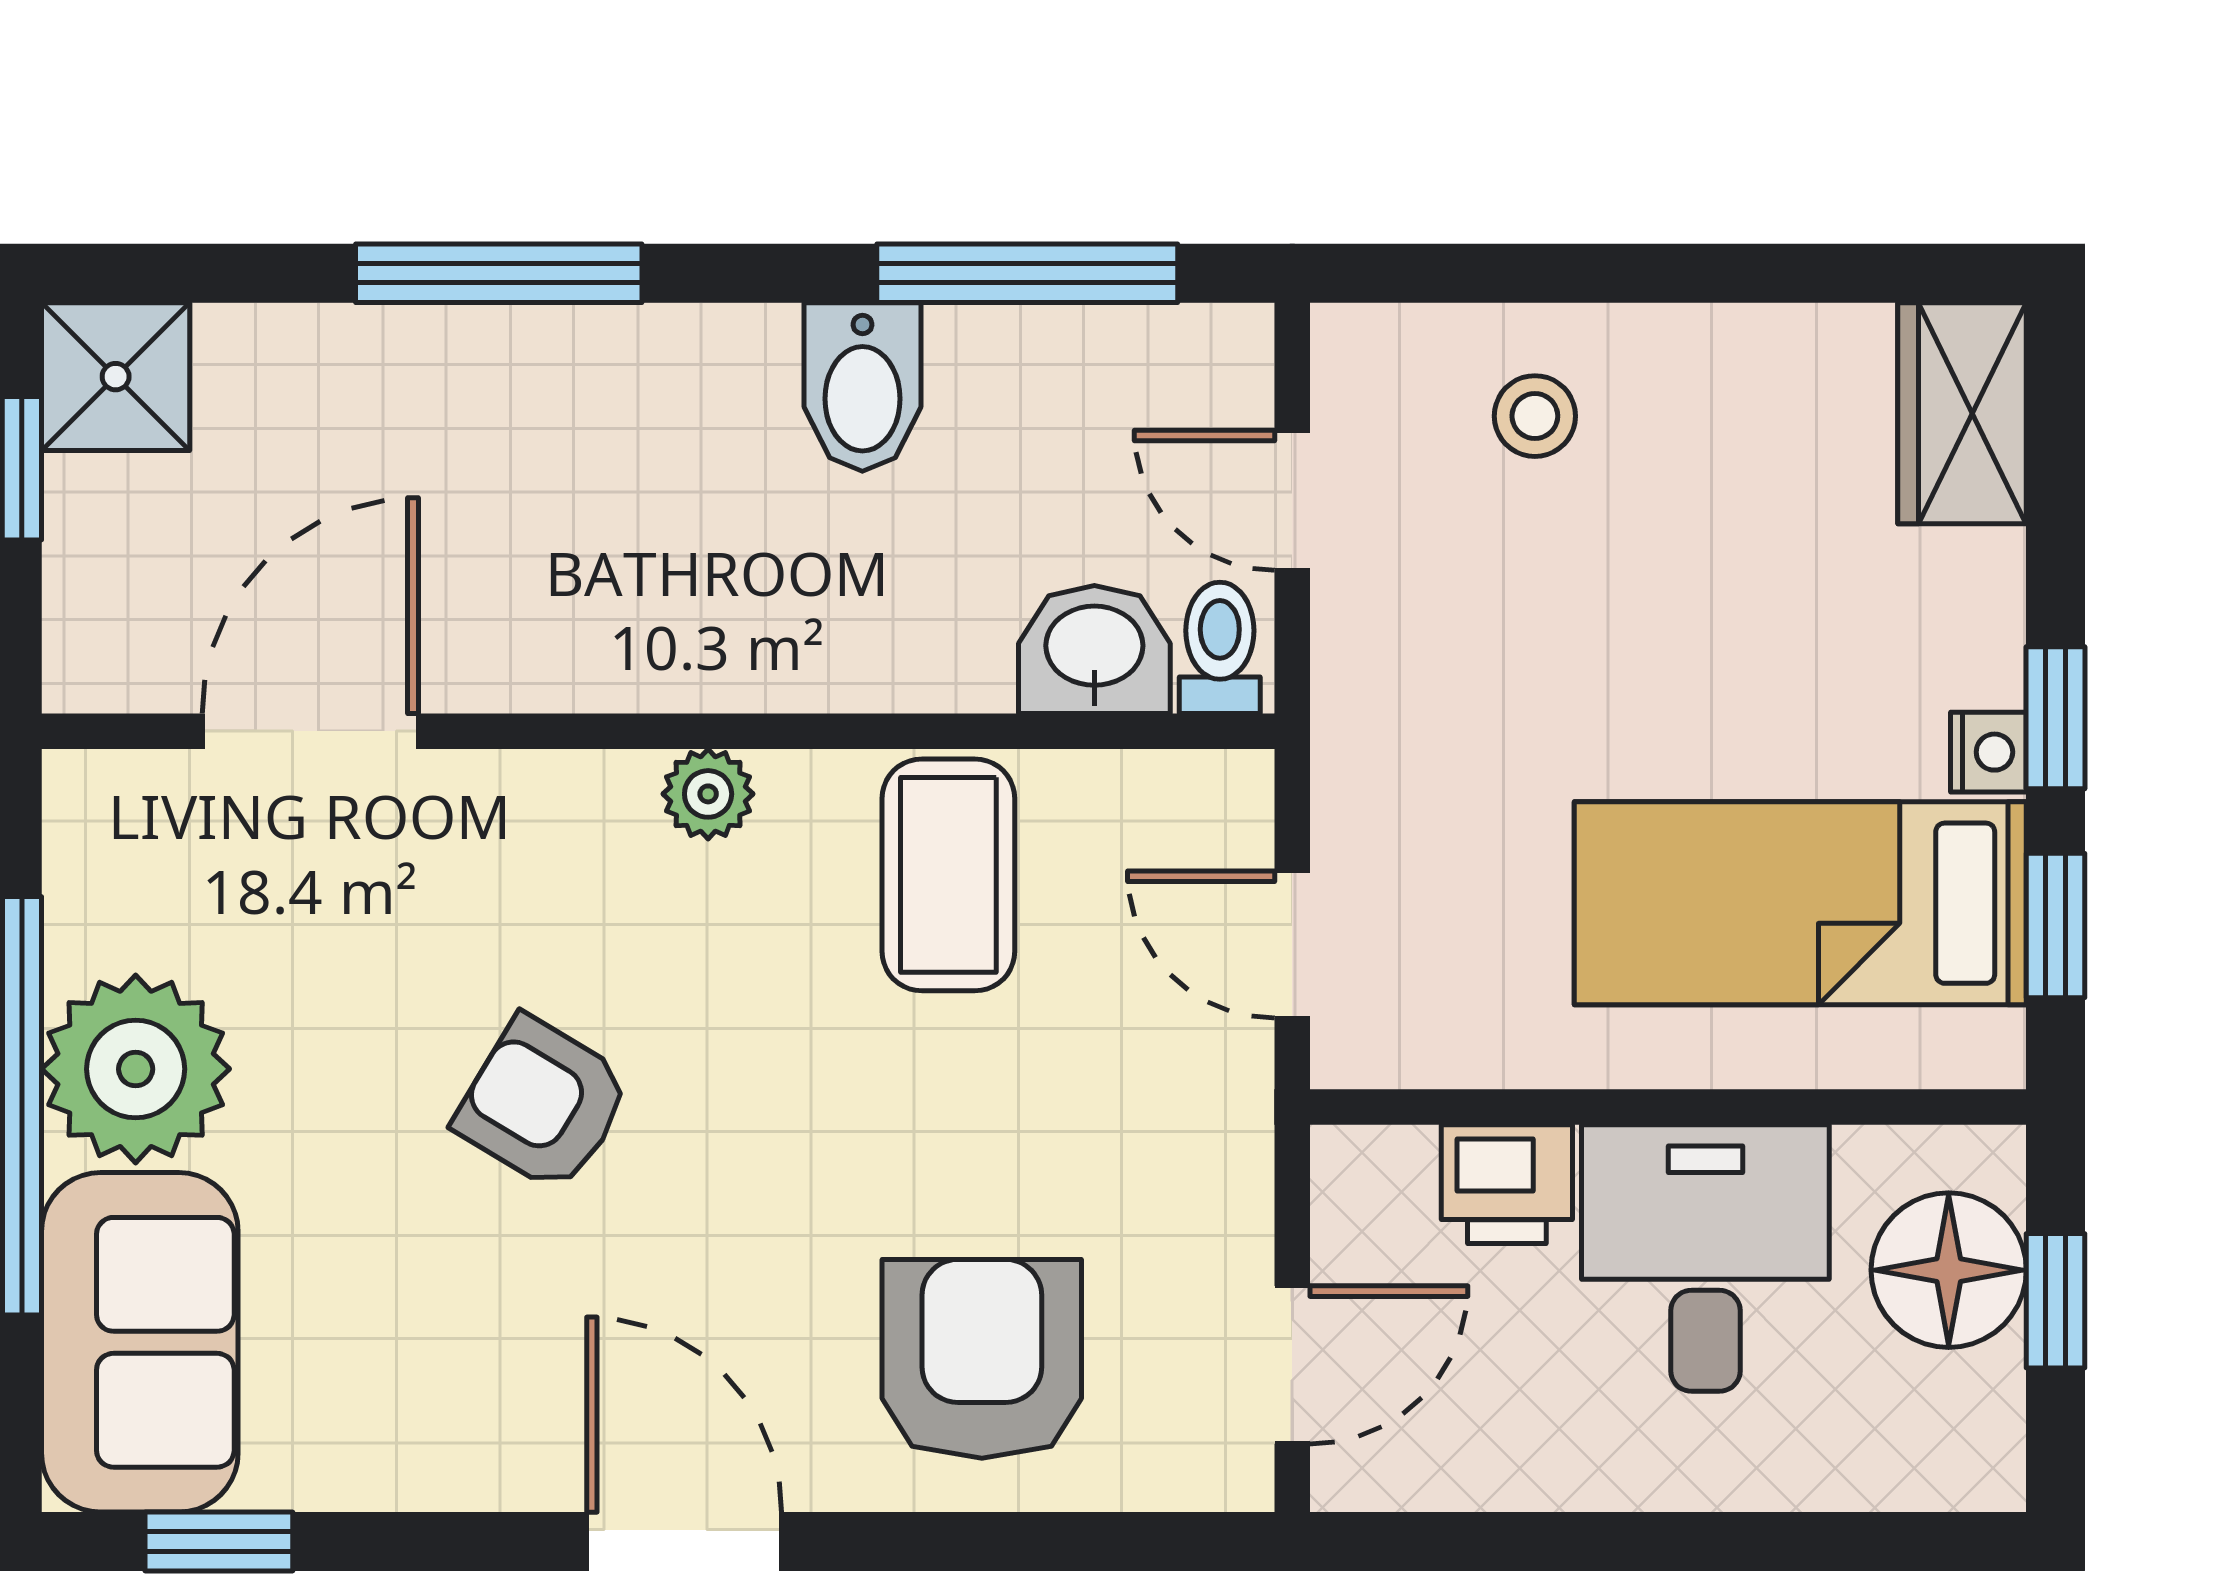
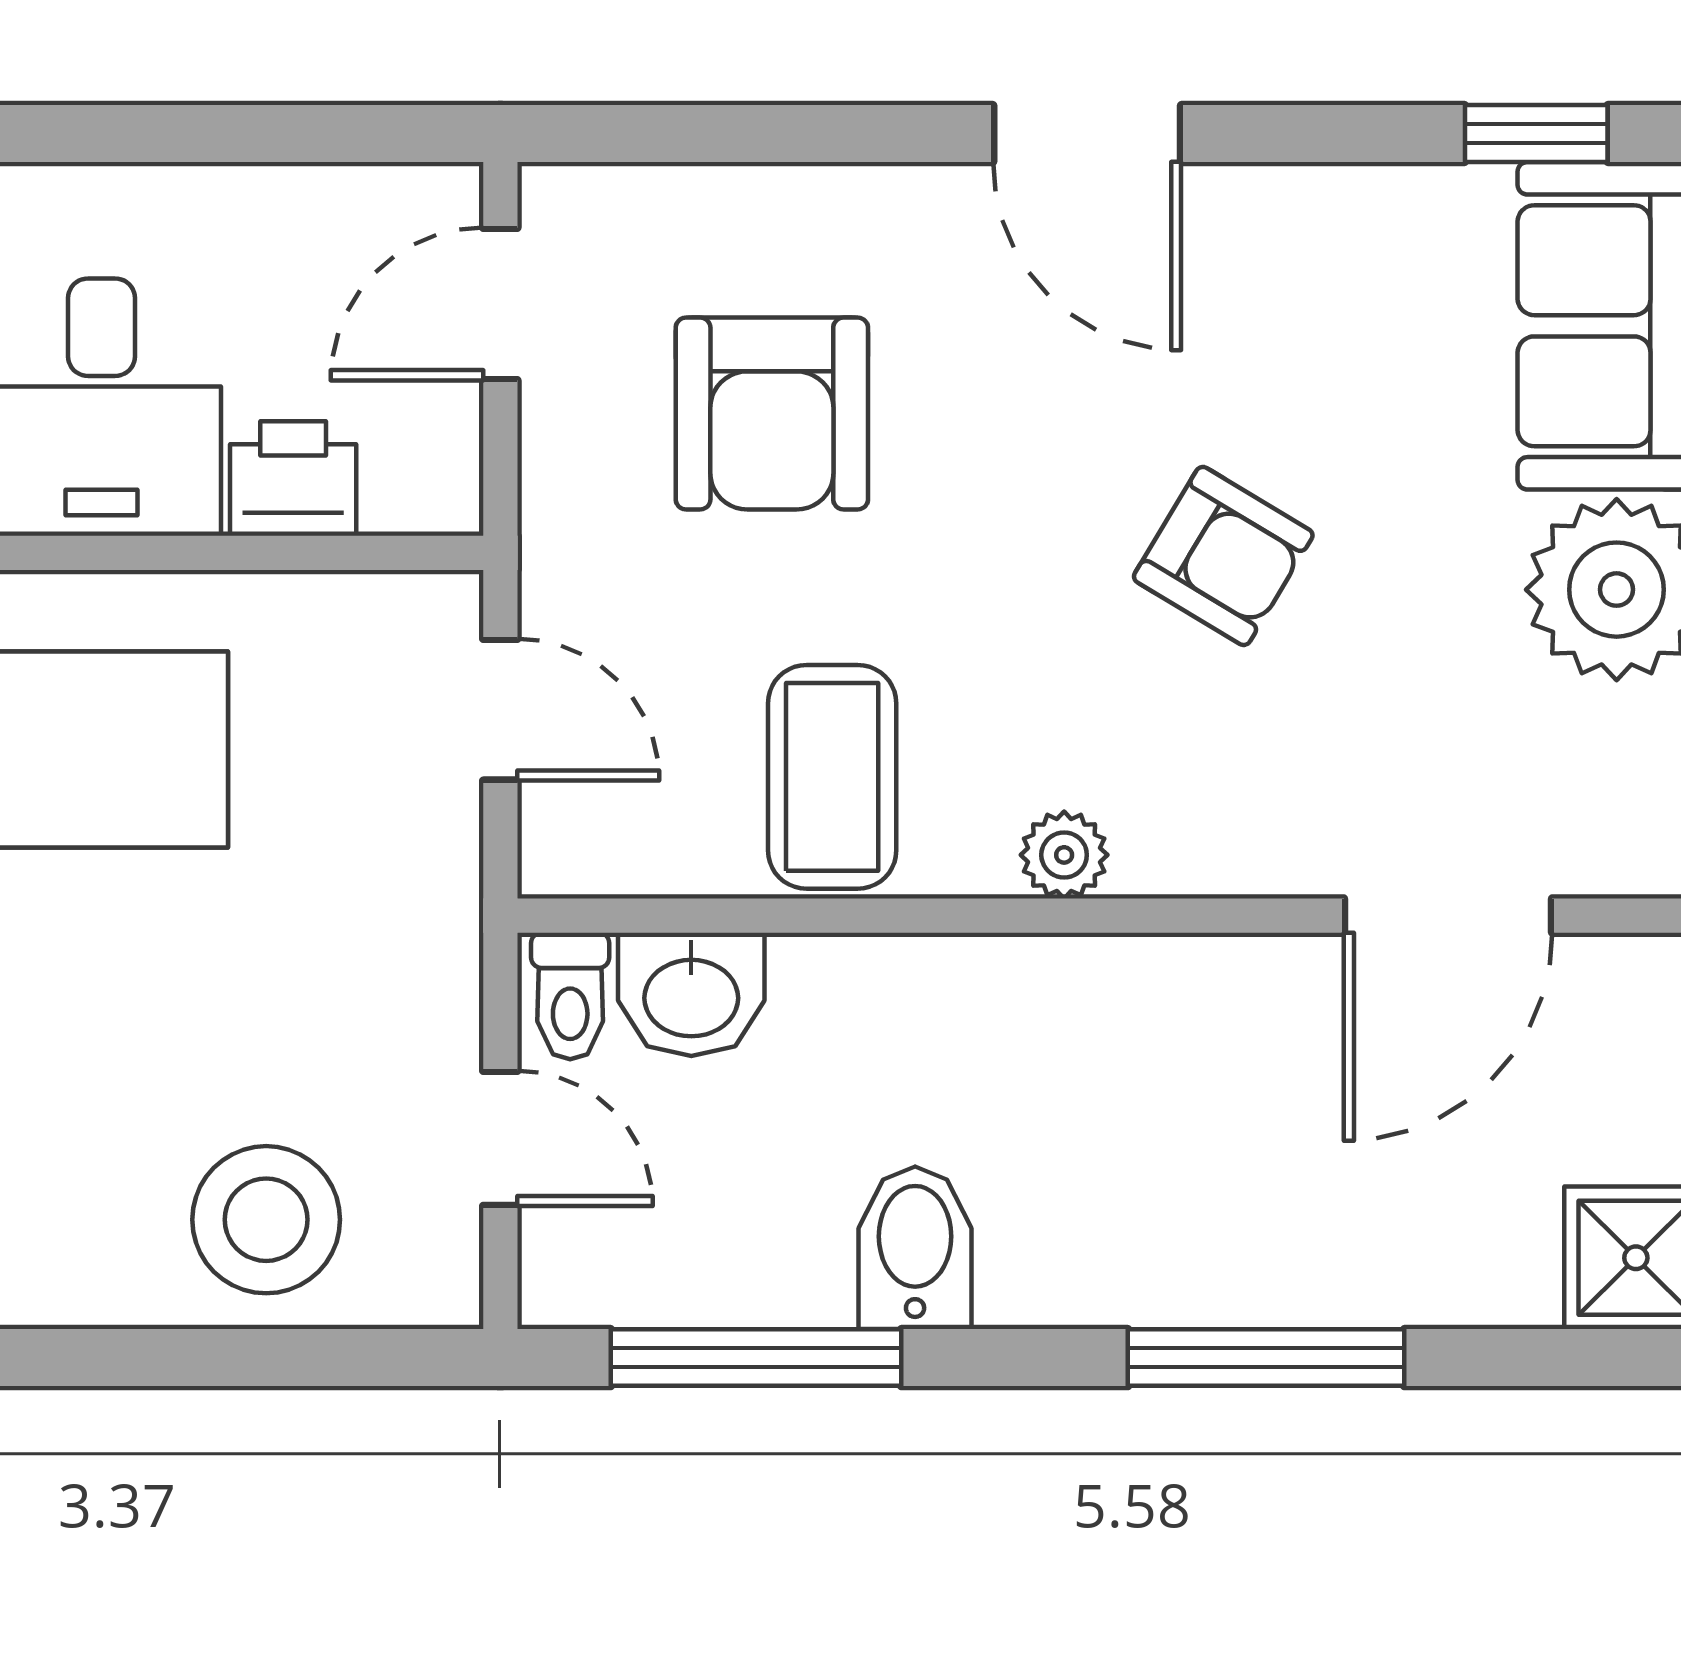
stool: (1535, 416) -> (266, 1220), width x1.89, depth x1.89
armchair: (982, 1359) -> (772, 414), moved

